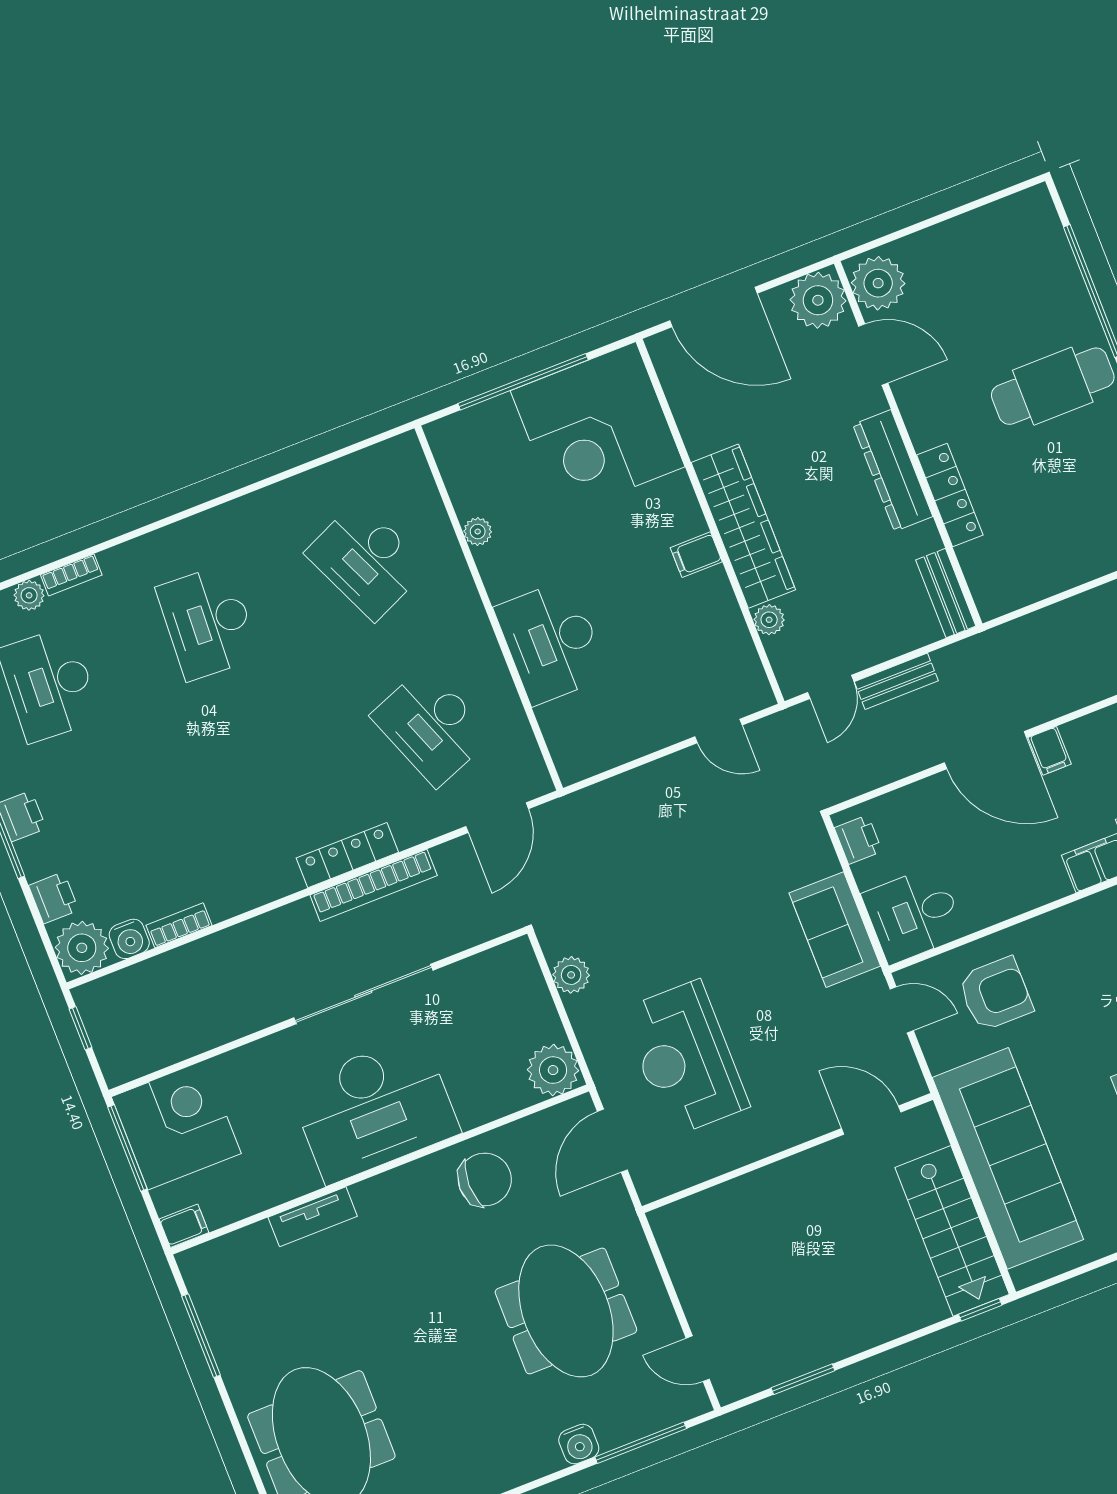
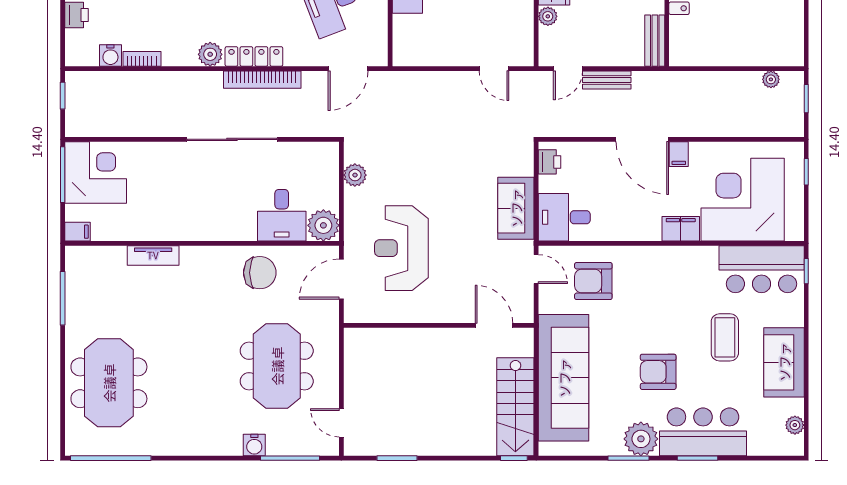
plant: (82, 948) -> (210, 54), moved, width x0.73, depth x0.73
armchair: (995, 994) -> (593, 281), turned 180
desk: (374, 1109) -> (282, 215), moved, width x0.53, depth x0.77

